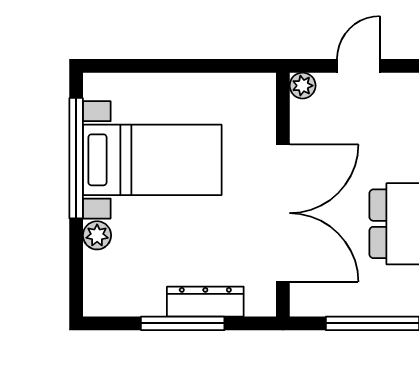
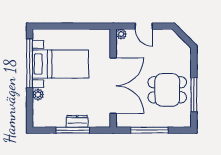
door: (359, 66) -> (144, 26), swing flipped
dresser: (205, 302) -> (77, 121), width x0.70

